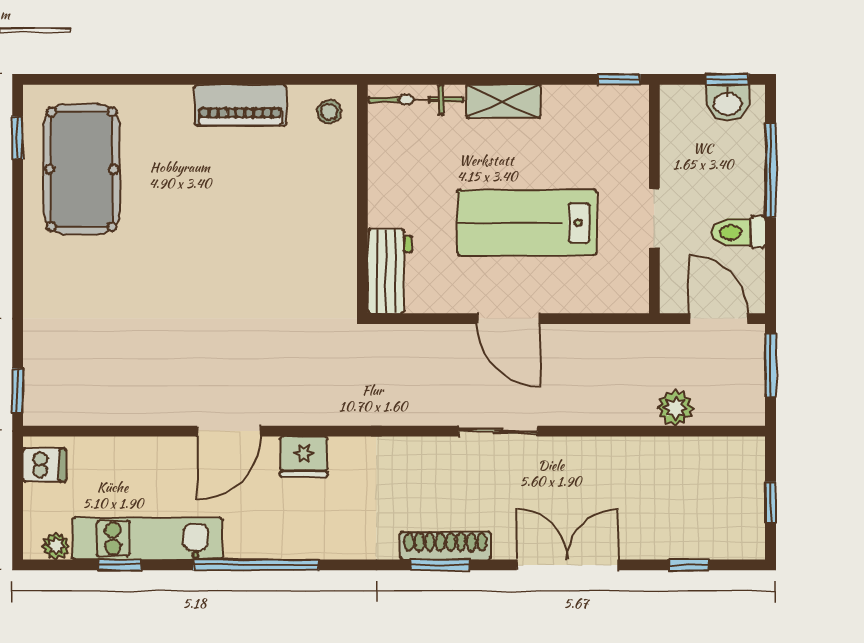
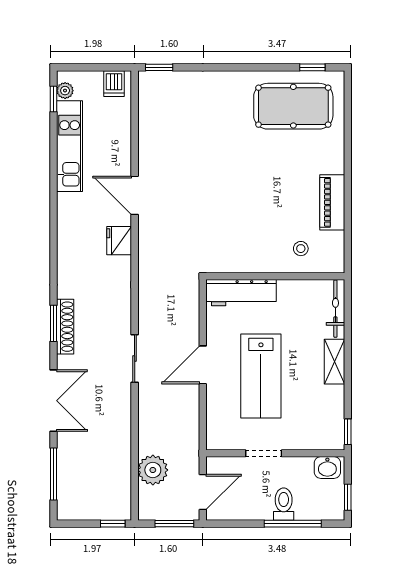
washbasin: (727, 103) -> (327, 467), moved, turned -90
stool: (329, 112) -> (301, 249), moved
lab bench: (527, 223) -> (261, 376), turned 180
toilet: (738, 232) -> (284, 504), moved
workbench: (389, 271) -> (241, 293), width x1.38
plant: (675, 408) -> (153, 470), width x1.36, depth x1.36
window: (771, 502) -> (113, 524), moved
window: (120, 565) -> (54, 99), moved
window: (256, 565) -> (54, 212), removed
window: (689, 565) -> (54, 474), width x2.17

